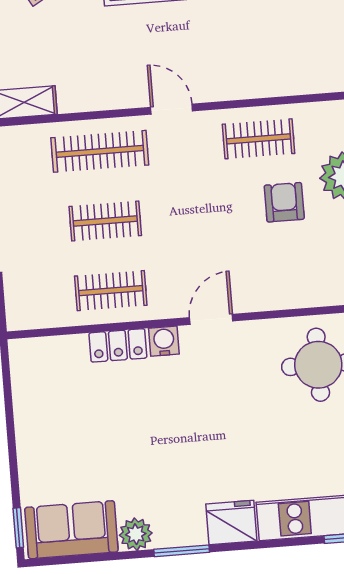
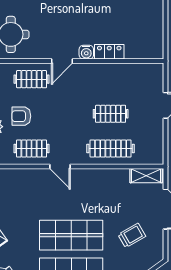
door: (172, 109) -> (60, 167), moved
armchair: (284, 202) -> (21, 116), turned 90
clothes rail: (111, 291) -> (32, 79), moved

